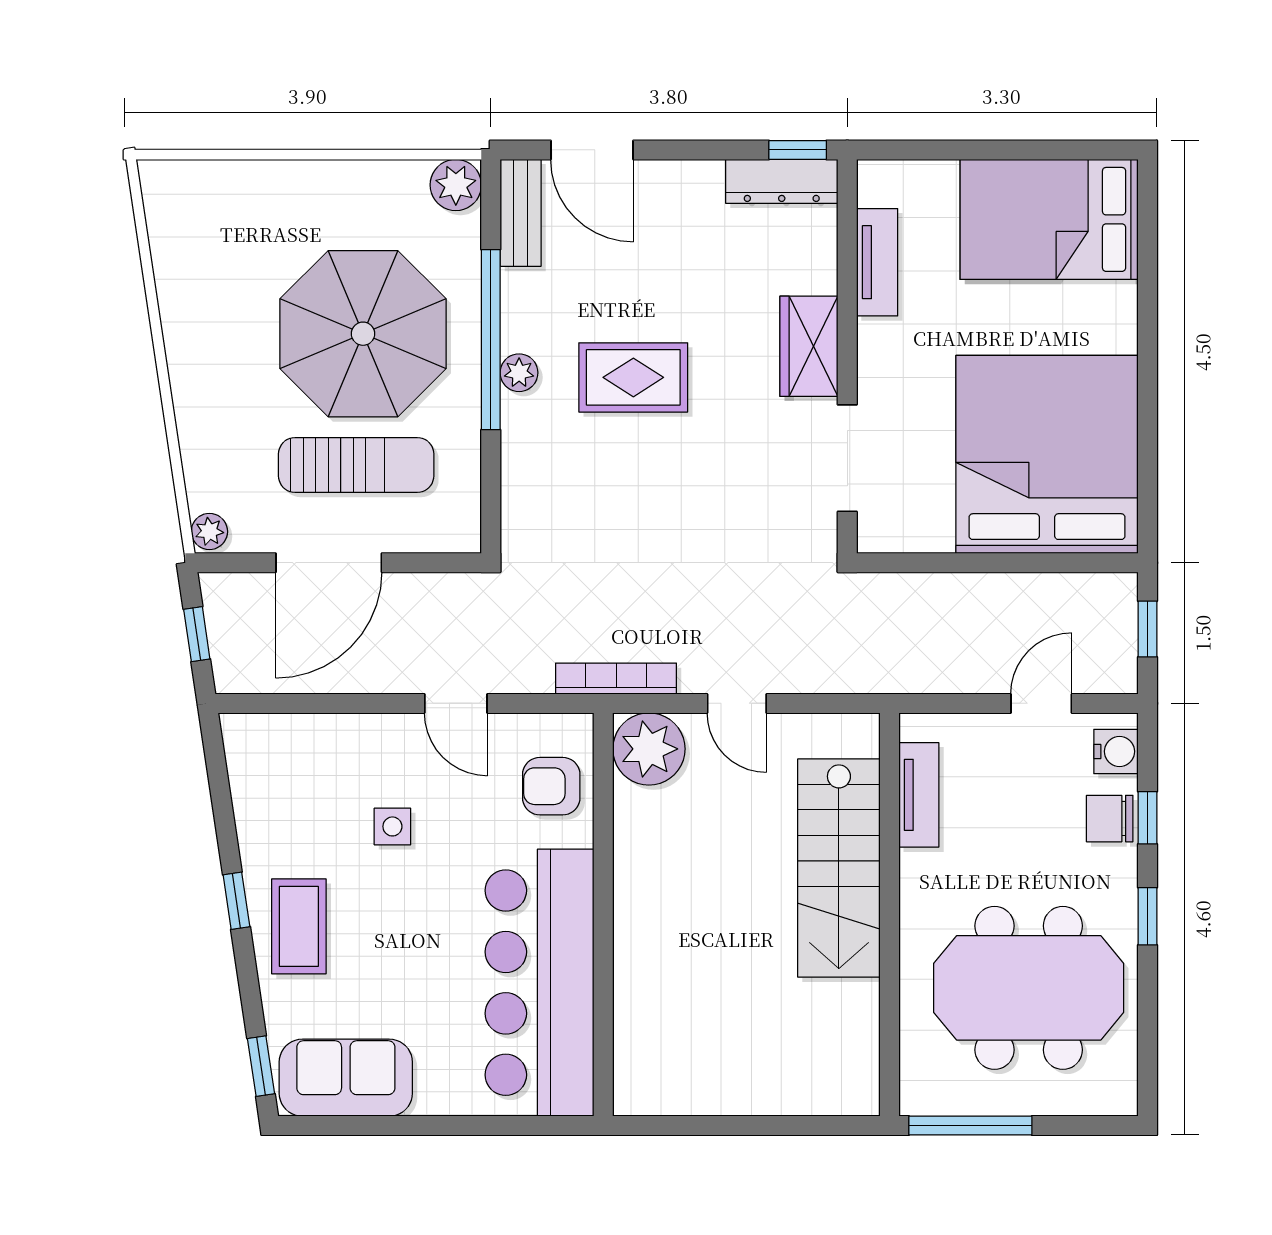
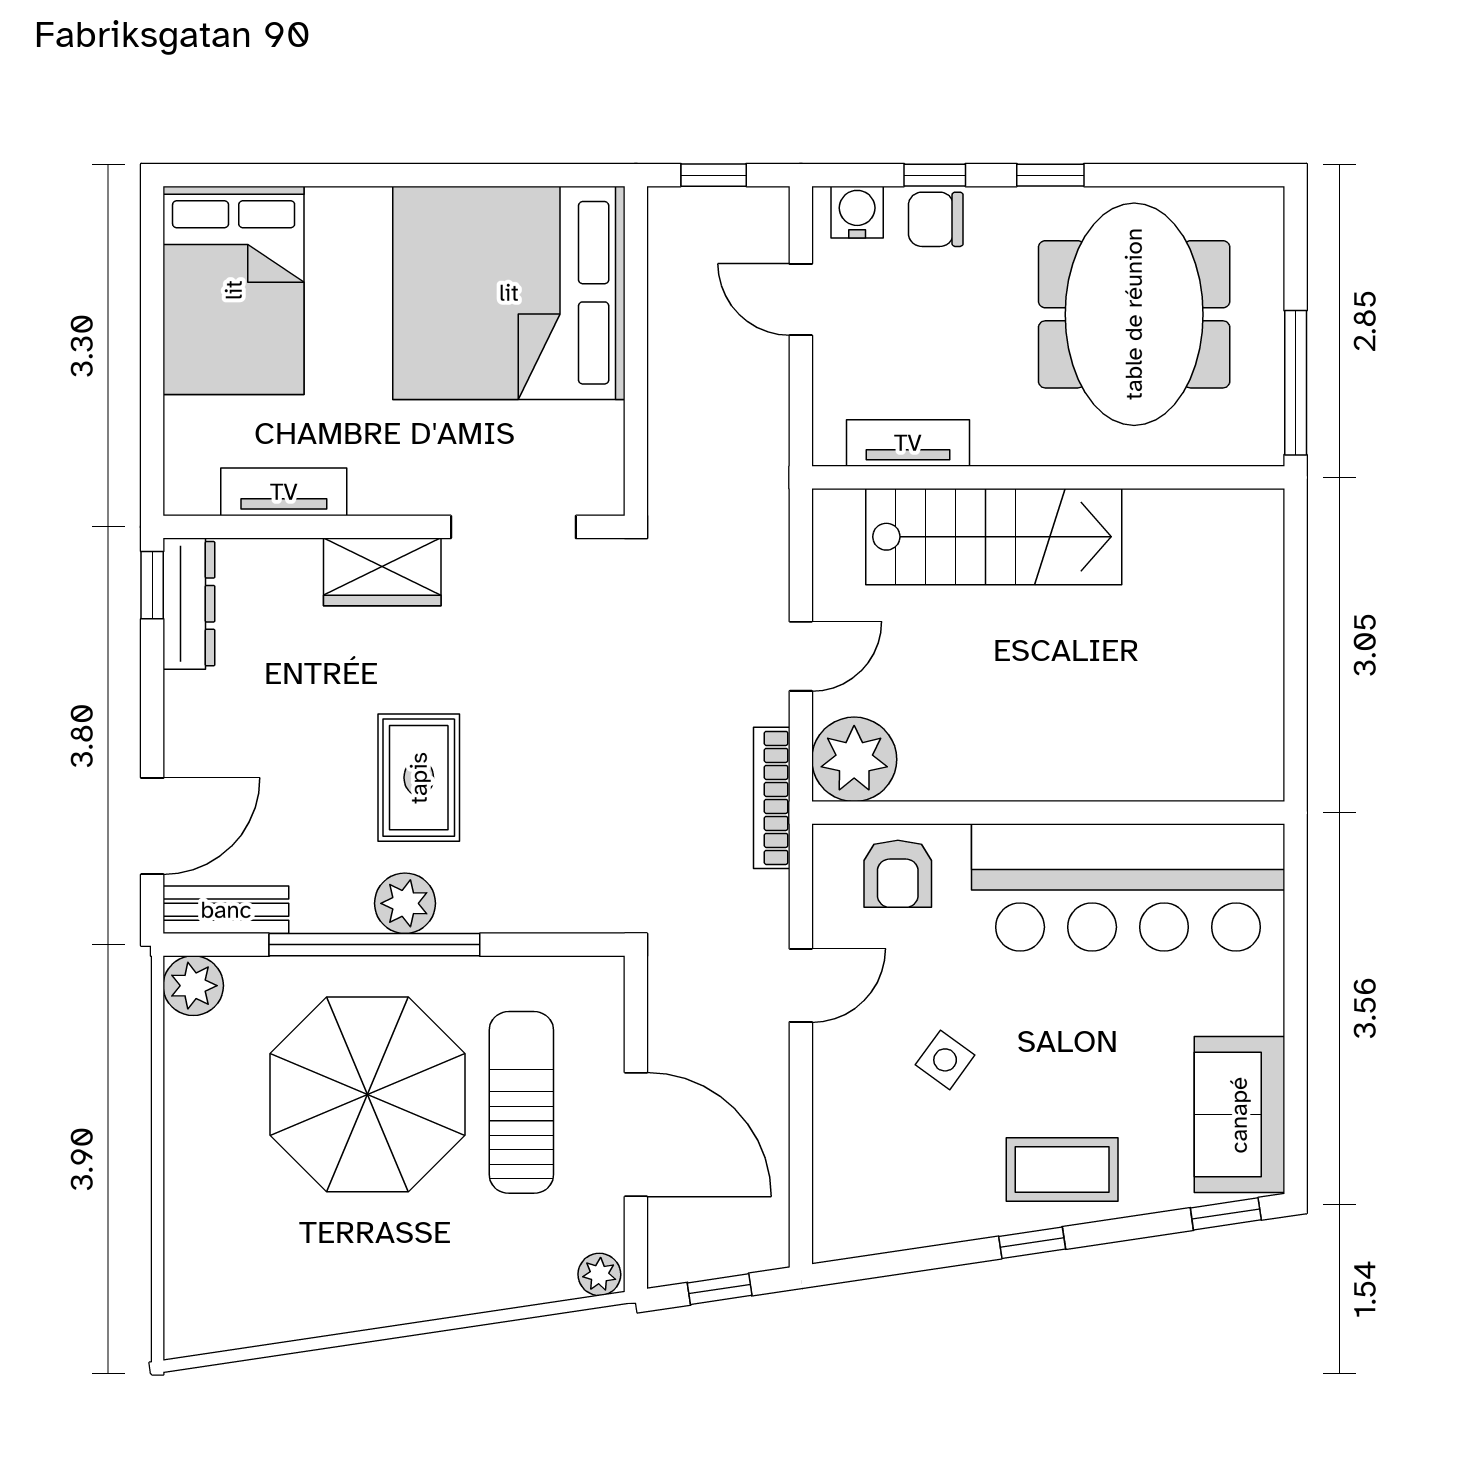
plant: (519, 373) -> (405, 903), width x1.38, depth x1.38
chair: (1110, 819) -> (936, 219), turned 90
side table: (392, 826) -> (945, 1060), turned 36

